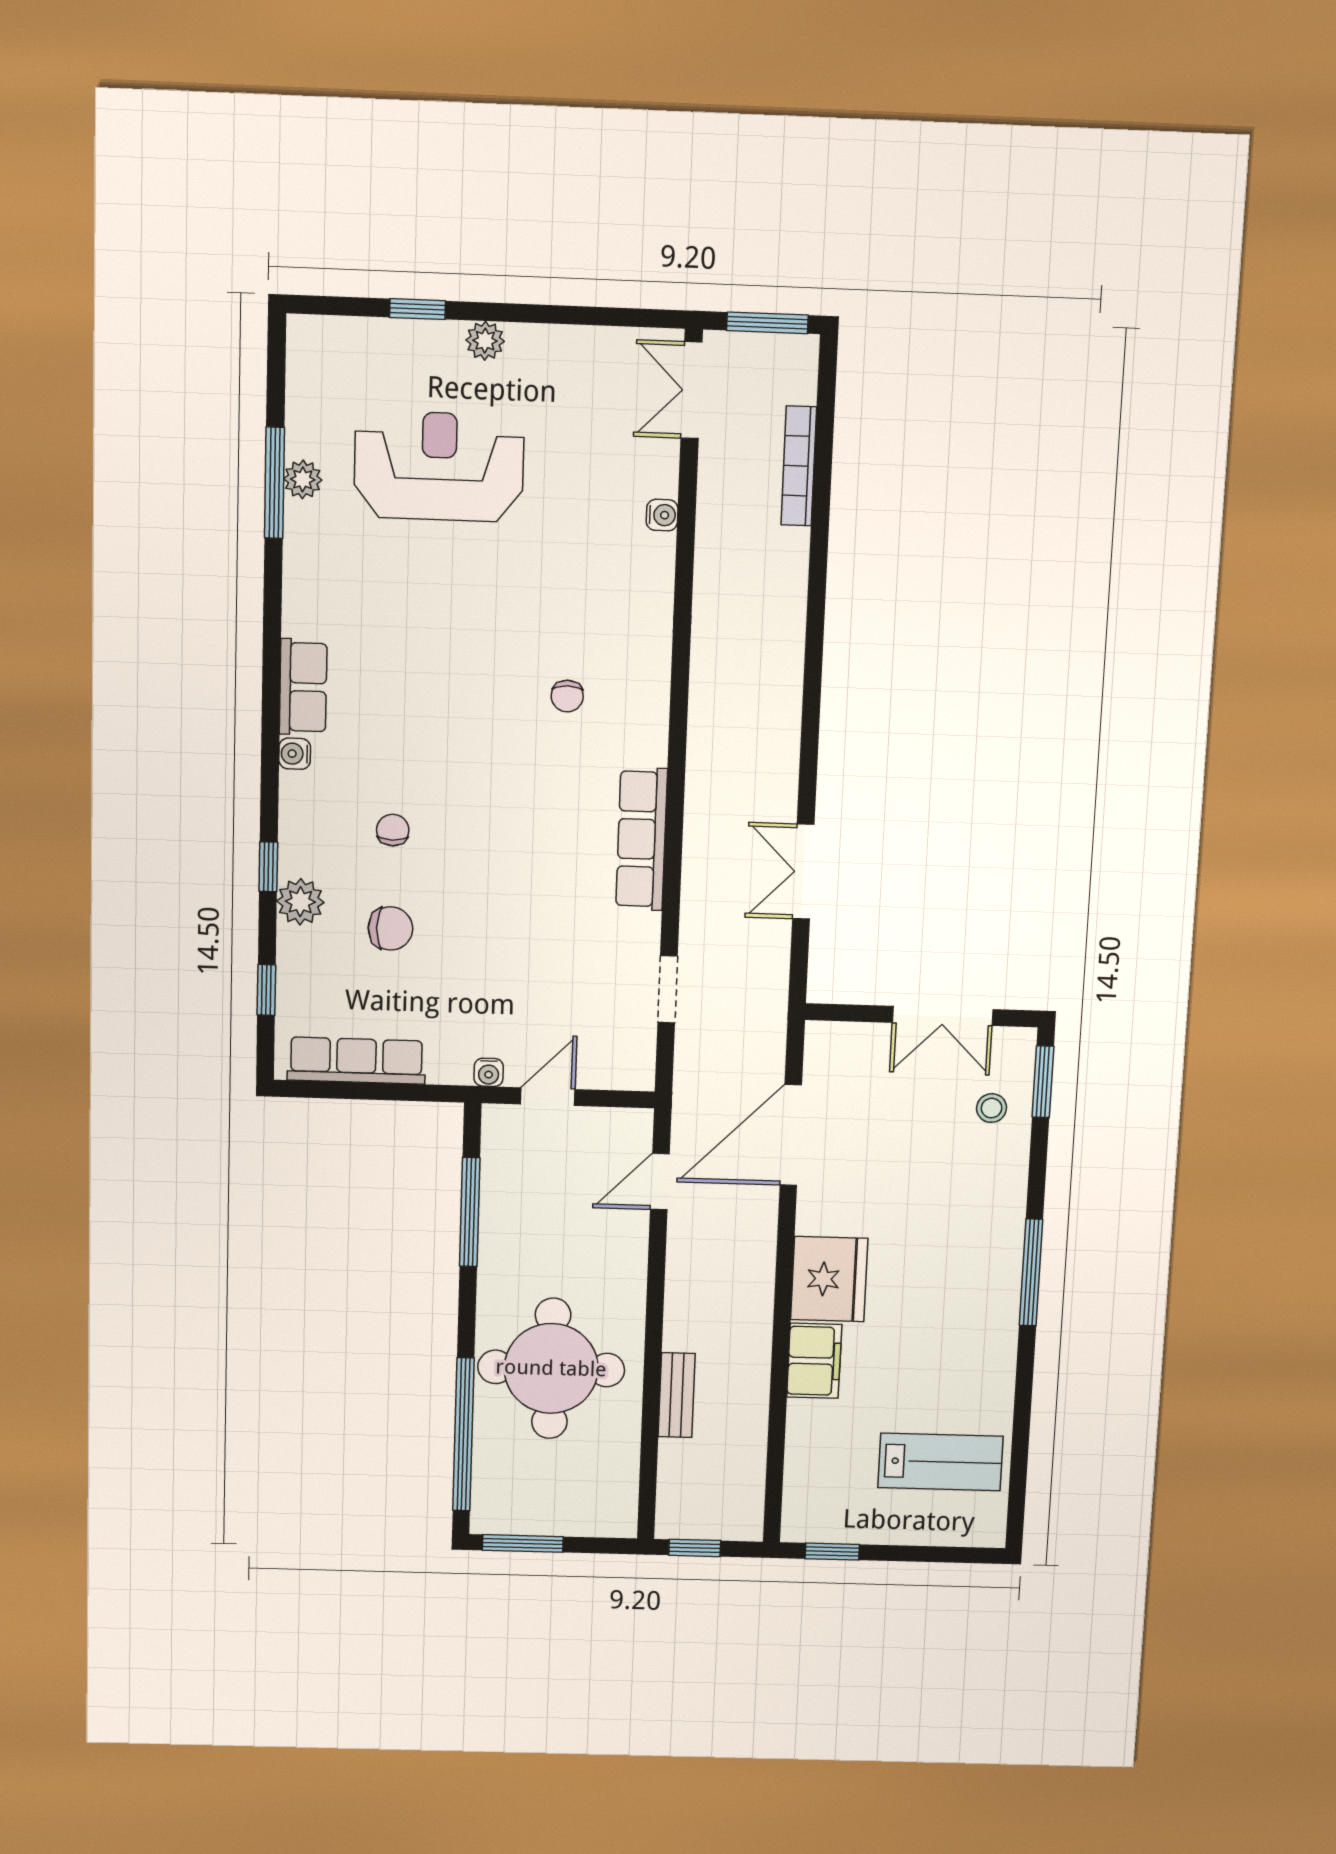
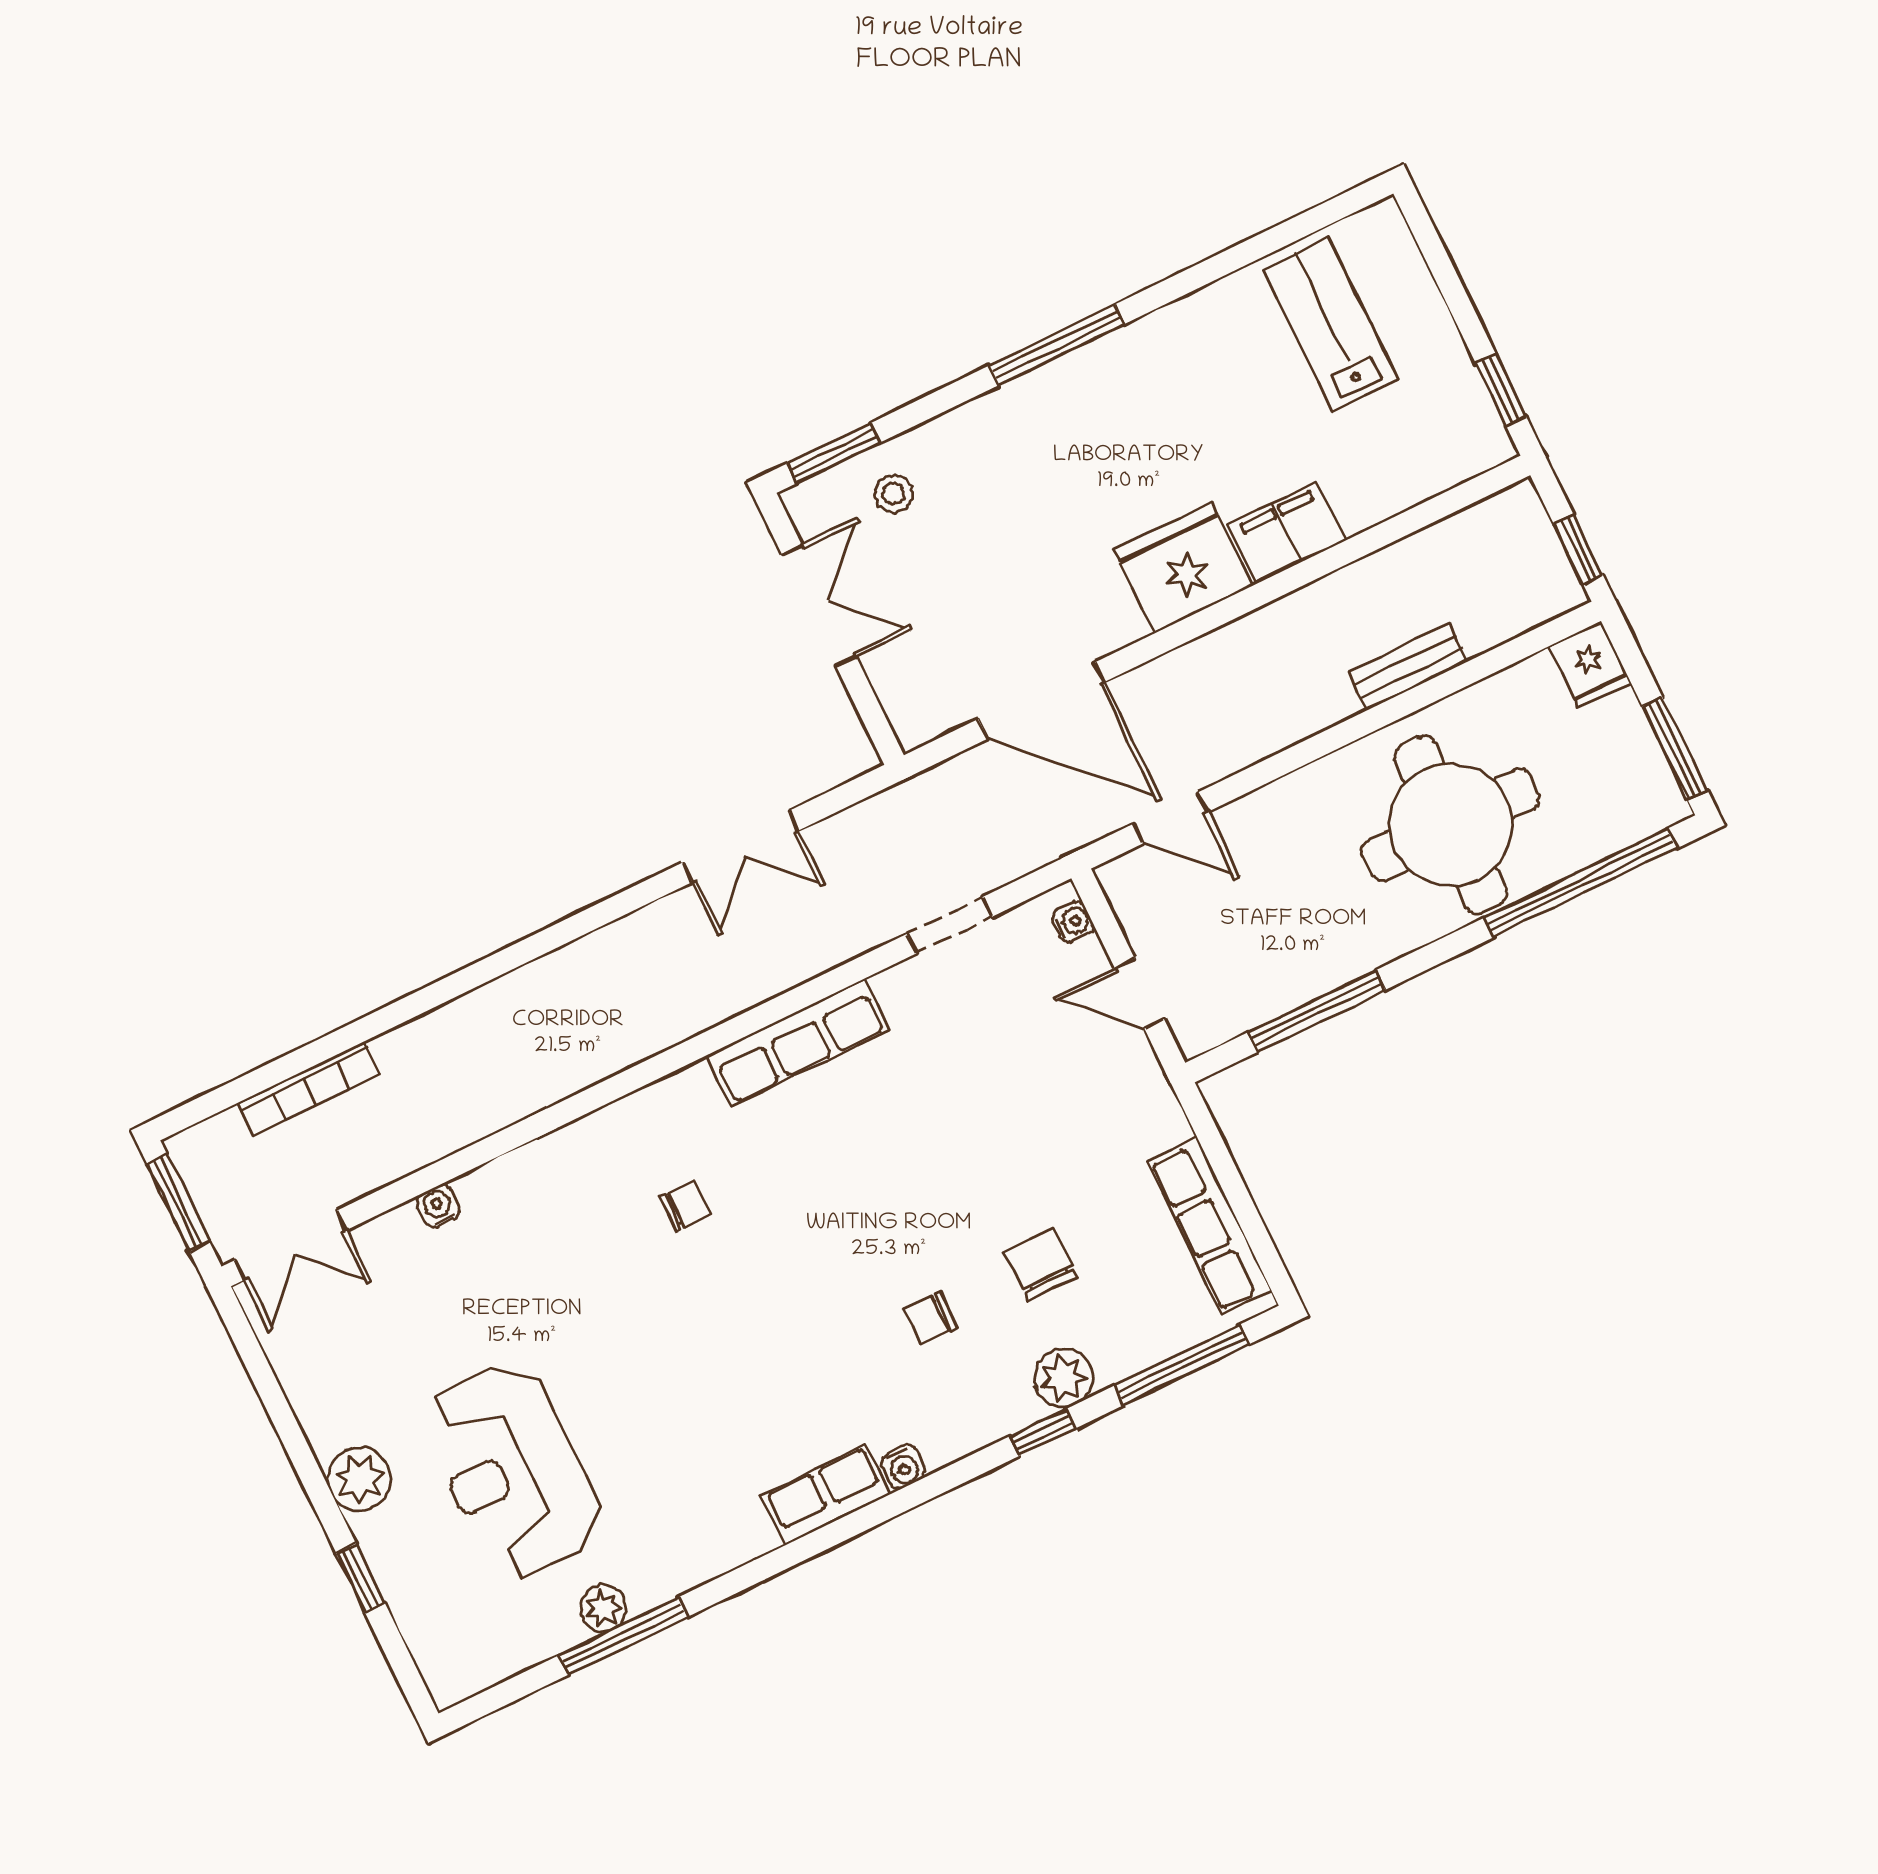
plant: (485, 341) -> (359, 1479), width x1.38, depth x1.38
window: (266, 990) -> (1182, 1365), width x2.17
water cooler: (489, 1072) -> (1073, 922), moved
fridge: (611, 1516) -> (1590, 665), added

